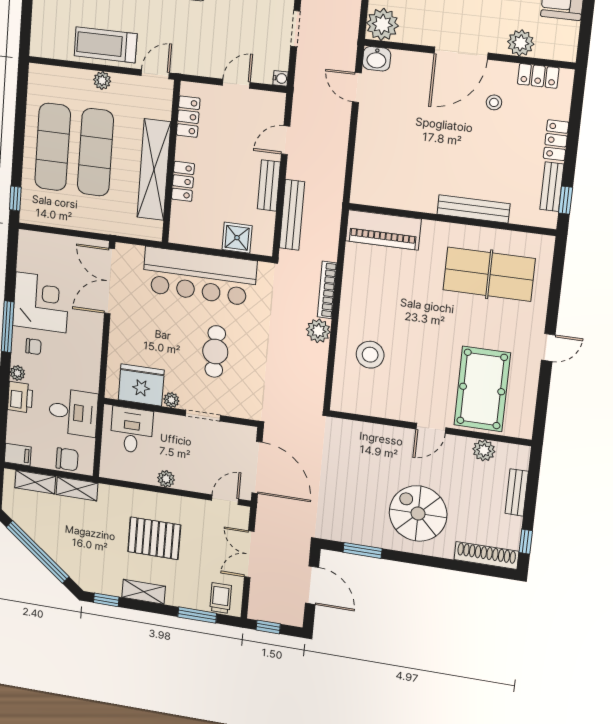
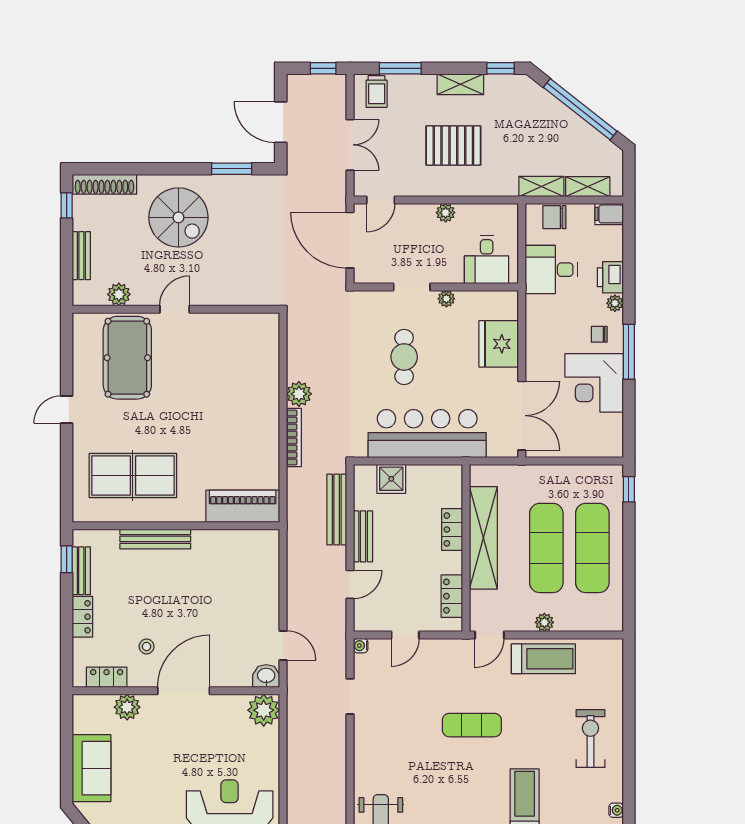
stool: (370, 355) -> (244, 377), removed
fridge: (141, 385) -> (499, 344), moved, turned 90

